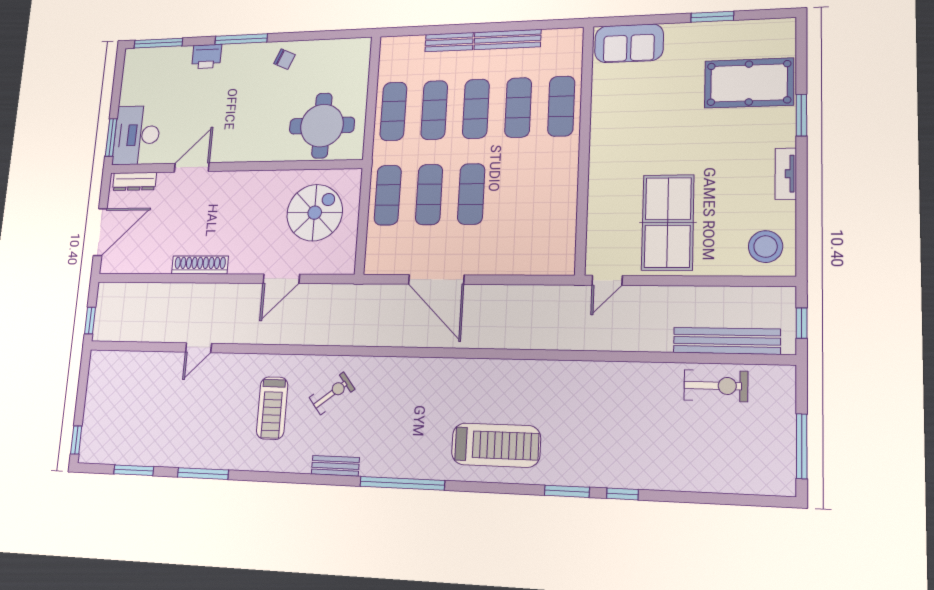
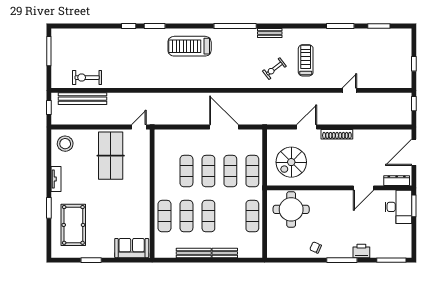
pool table: (749, 83) -> (73, 225), turned 90
exercise mat: (434, 110) -> (186, 171), moved
shoe rack: (200, 265) -> (337, 134), moved
window: (76, 440) -> (414, 64), moved

